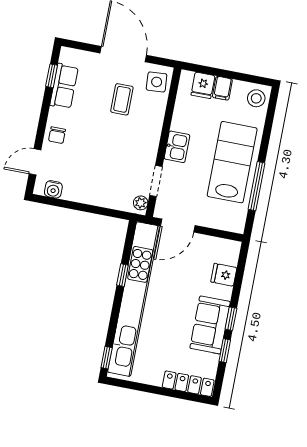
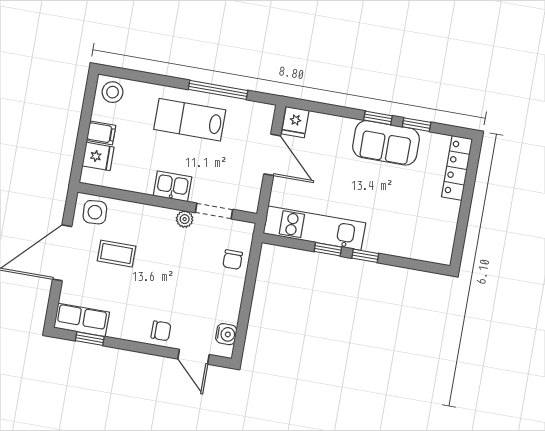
row of seats: (64, 86) -> (82, 320), moved
lab bench: (232, 162) -> (190, 120), width x0.73, depth x0.72
chair: (115, 196) -> (233, 259), added
plant: (141, 203) -> (185, 219), moved
door: (178, 226) -> (272, 155), moved
fridge: (224, 275) -> (295, 122), moved
kitchen unit: (133, 299) -> (314, 228), width x0.54
window: (107, 358) -> (365, 256), moved

